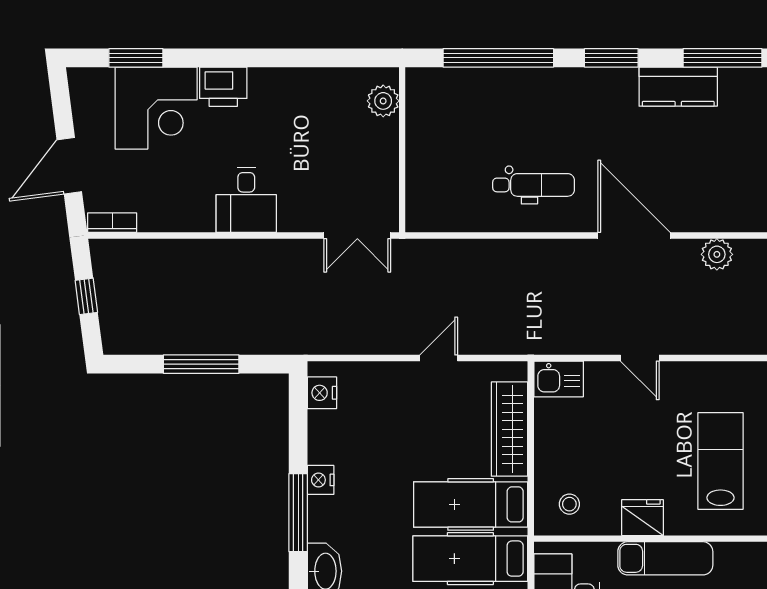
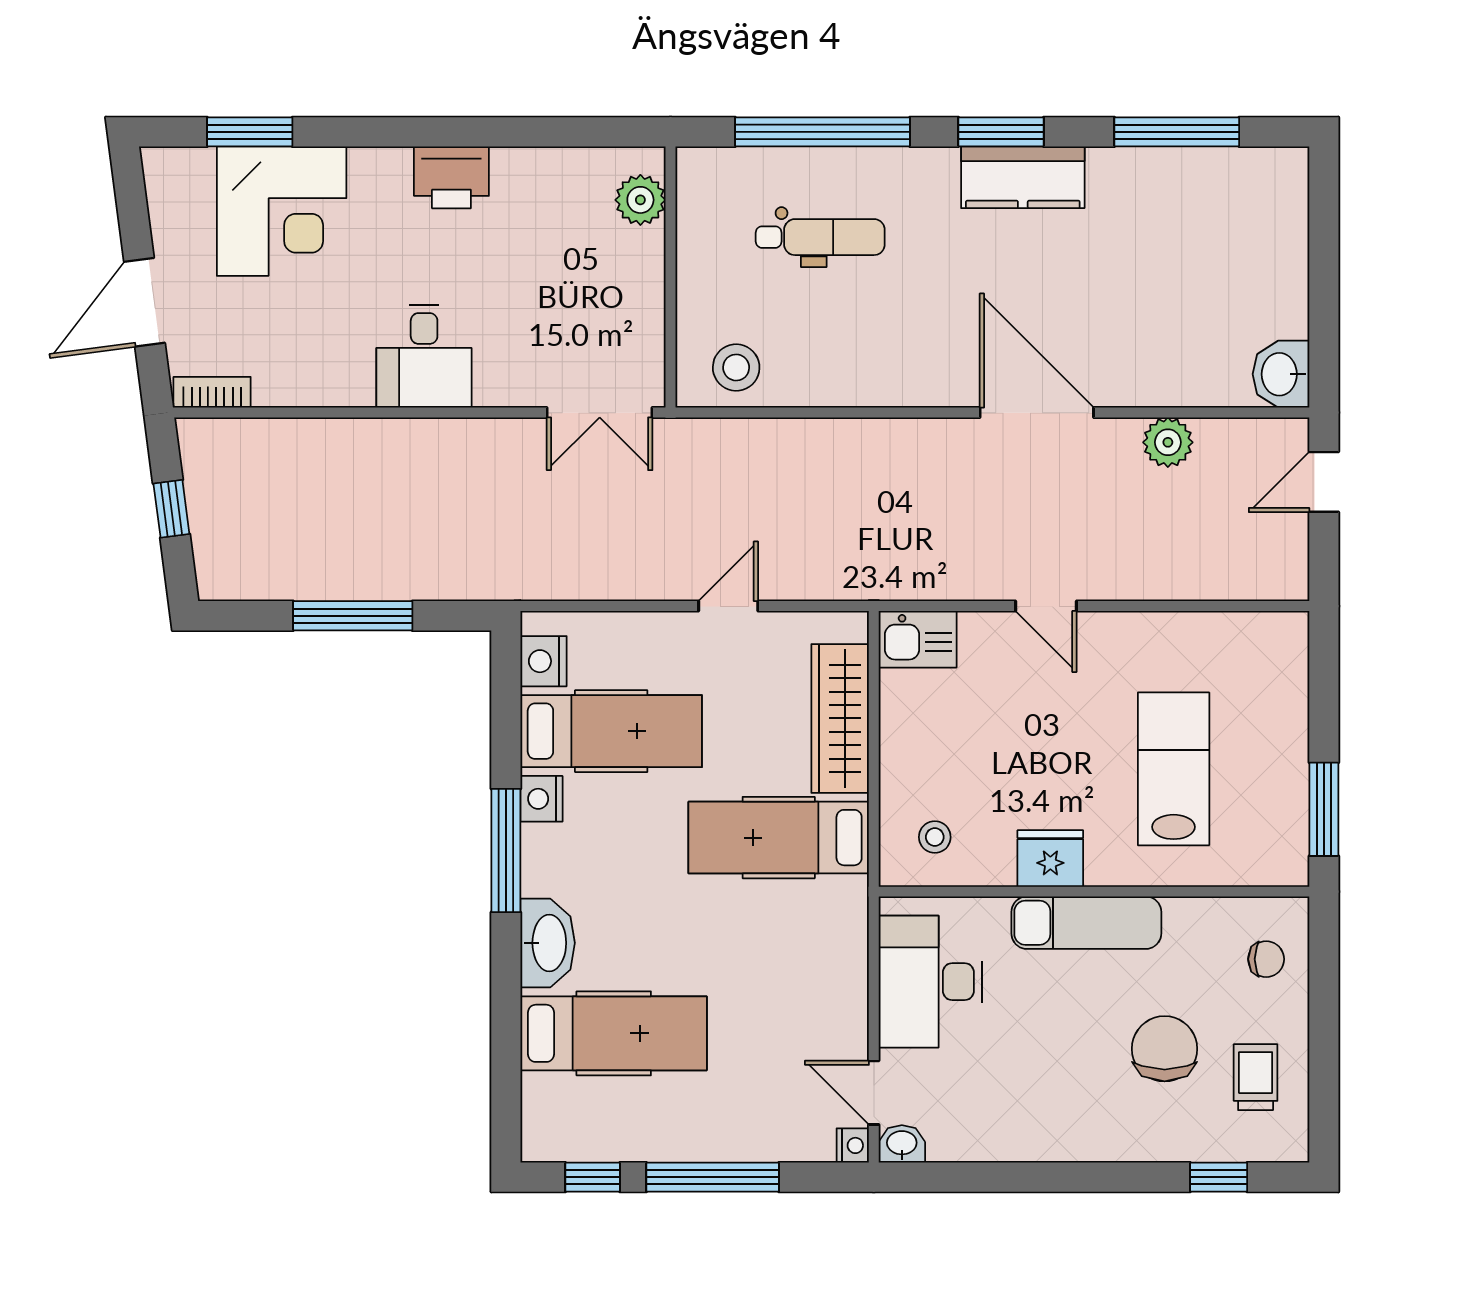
printer: (223, 87) -> (451, 177), moved
kitchen counter: (678, 87) -> (1023, 177), moved
dental chair: (534, 185) -> (820, 237), moved
stool: (444, 207) -> (736, 367), added
hospital bed: (470, 559) -> (611, 731), moved, turned 180

